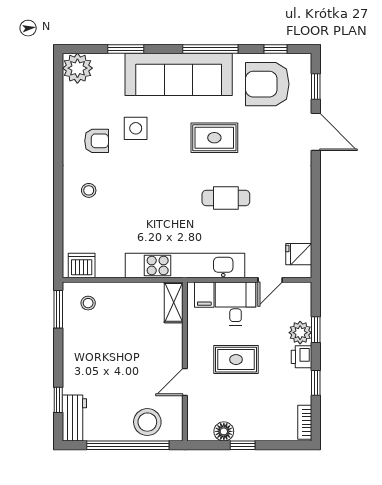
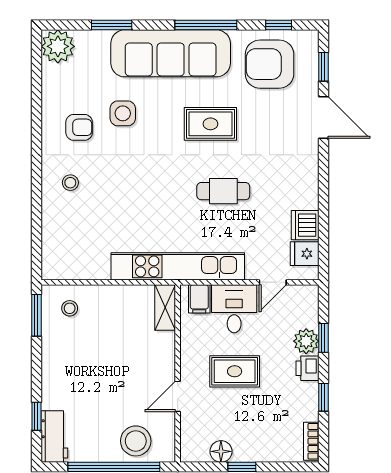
dishwasher: (82, 265) -> (305, 225), moved, turned -90

